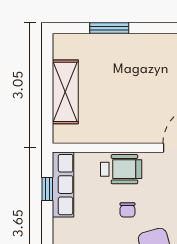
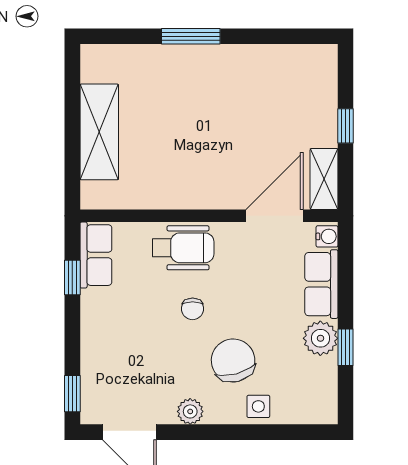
window: (109, 28) -> (191, 36), moved
row of seats: (63, 185) -> (96, 255), width x0.68

